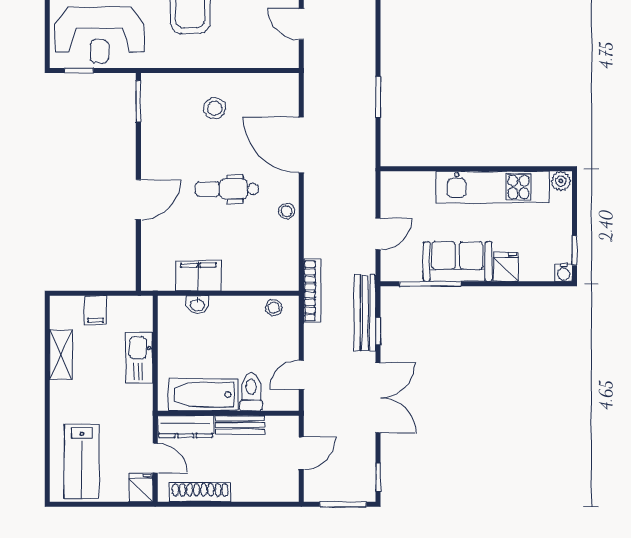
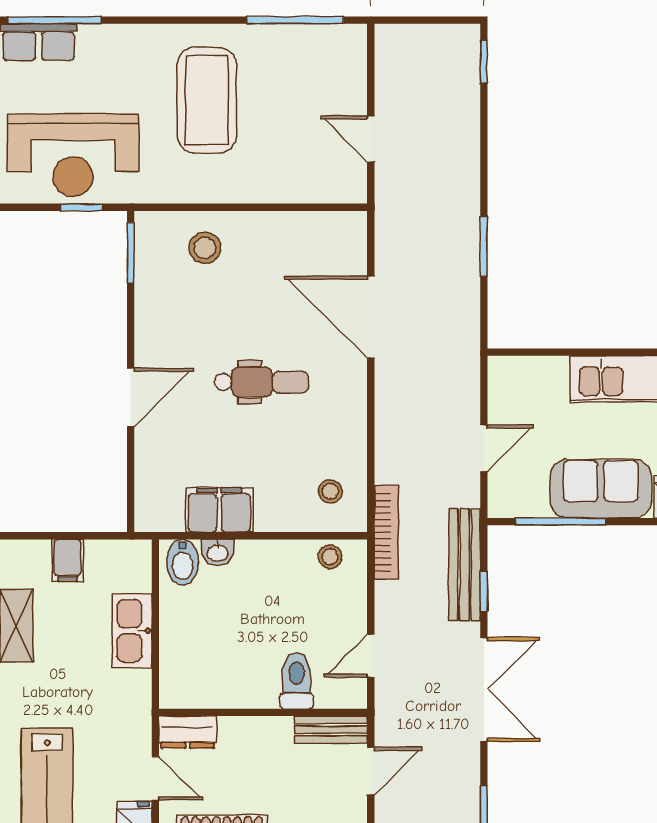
window: (79, 70) -> (81, 207), moved
stool: (215, 108) -> (205, 248), moved
dental chair: (227, 189) -> (261, 382), turned 180
stool: (287, 211) -> (330, 491), moved
bidet: (174, 311) -> (183, 562), added
bathtub: (203, 395) -> (226, 685), removed
bench: (240, 425) -> (331, 730), moved
dresser: (186, 427) -> (188, 732), width x0.70

